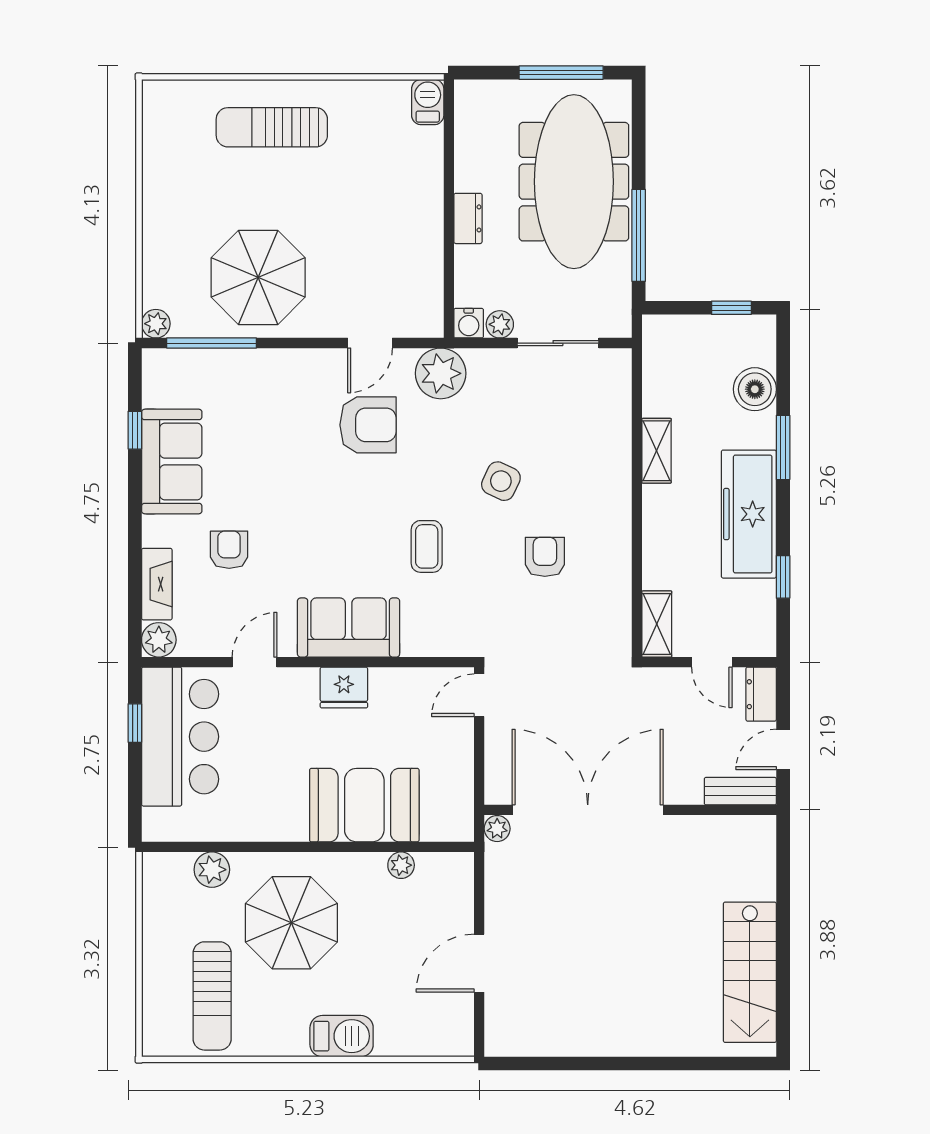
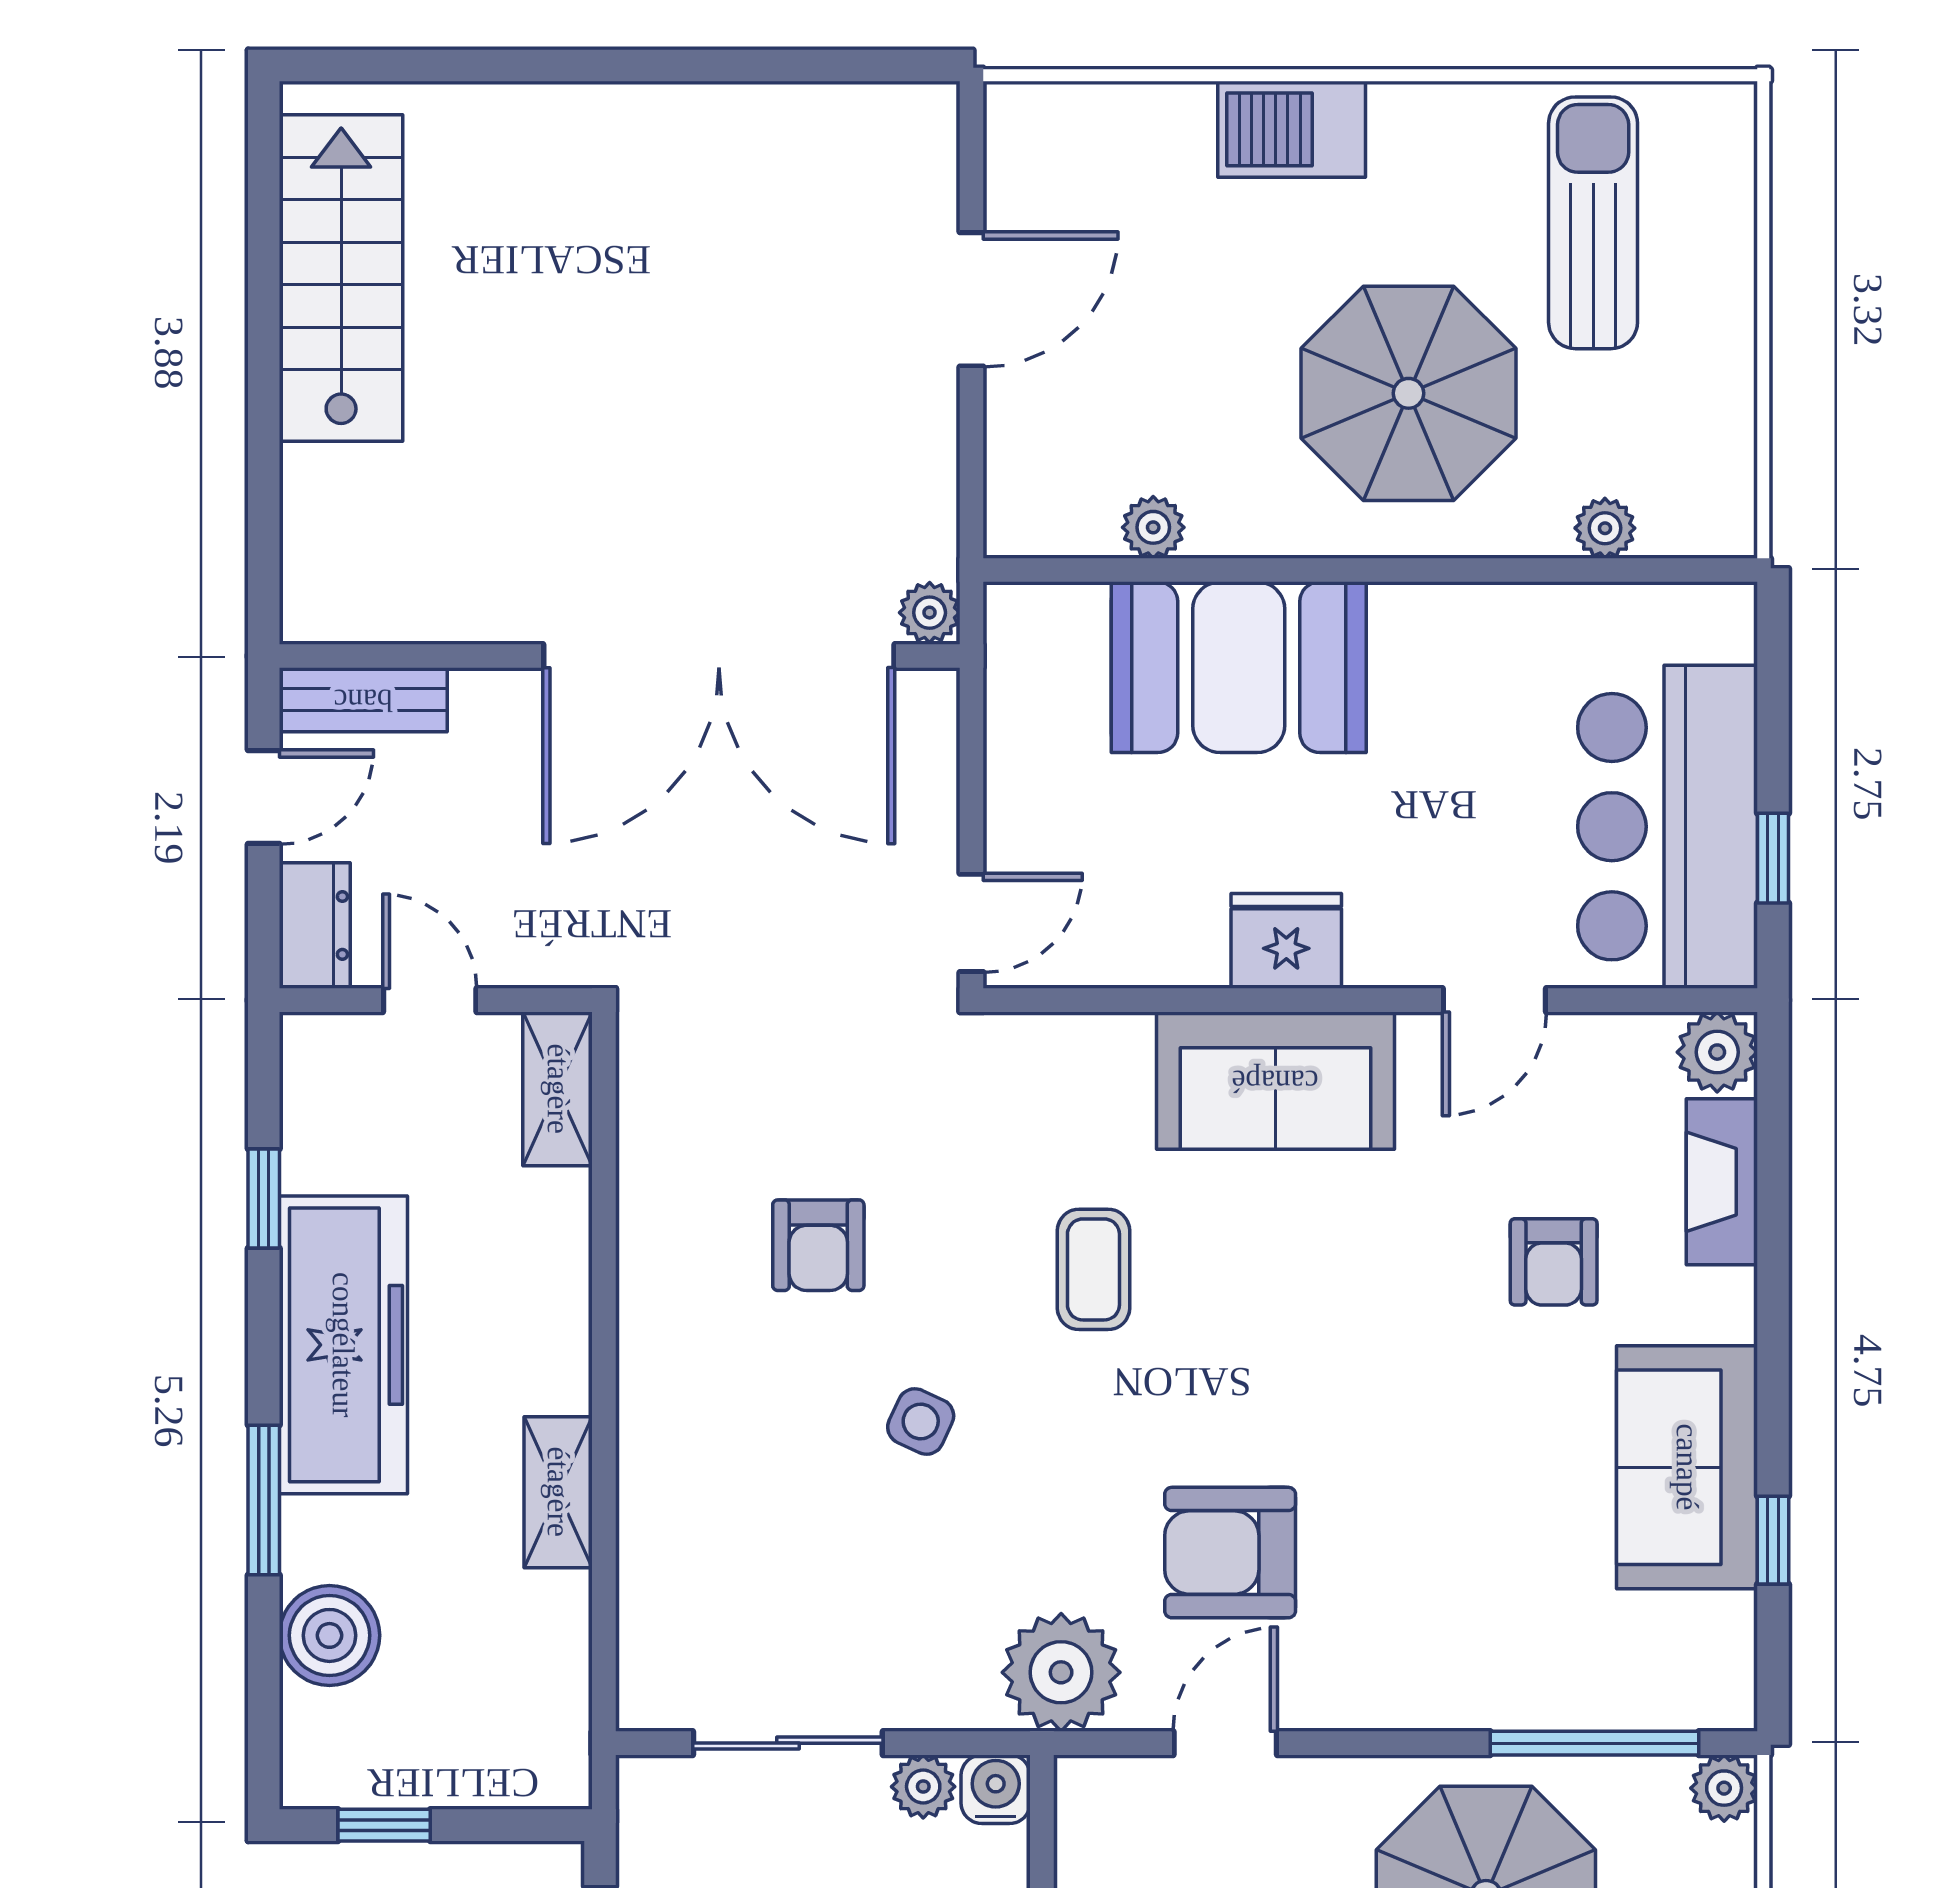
side table: (501, 481) -> (921, 1422), width x0.73, depth x0.73
plant: (212, 870) -> (1605, 528), width x0.73, depth x0.73

